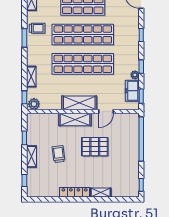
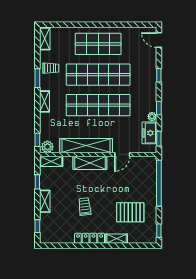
shelving: (31, 77) -> (45, 101), moved
shelving: (79, 103) -> (86, 146), width x1.47
shelving: (38, 118) -> (51, 161), added
pallet: (95, 147) -> (130, 212), moved
trolley: (59, 154) -> (85, 207), moved

